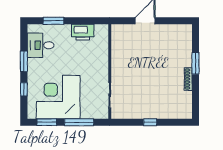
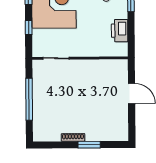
window: (79, 122) -> (29, 27), width x0.46
window: (150, 122) -> (29, 99), width x3.17

